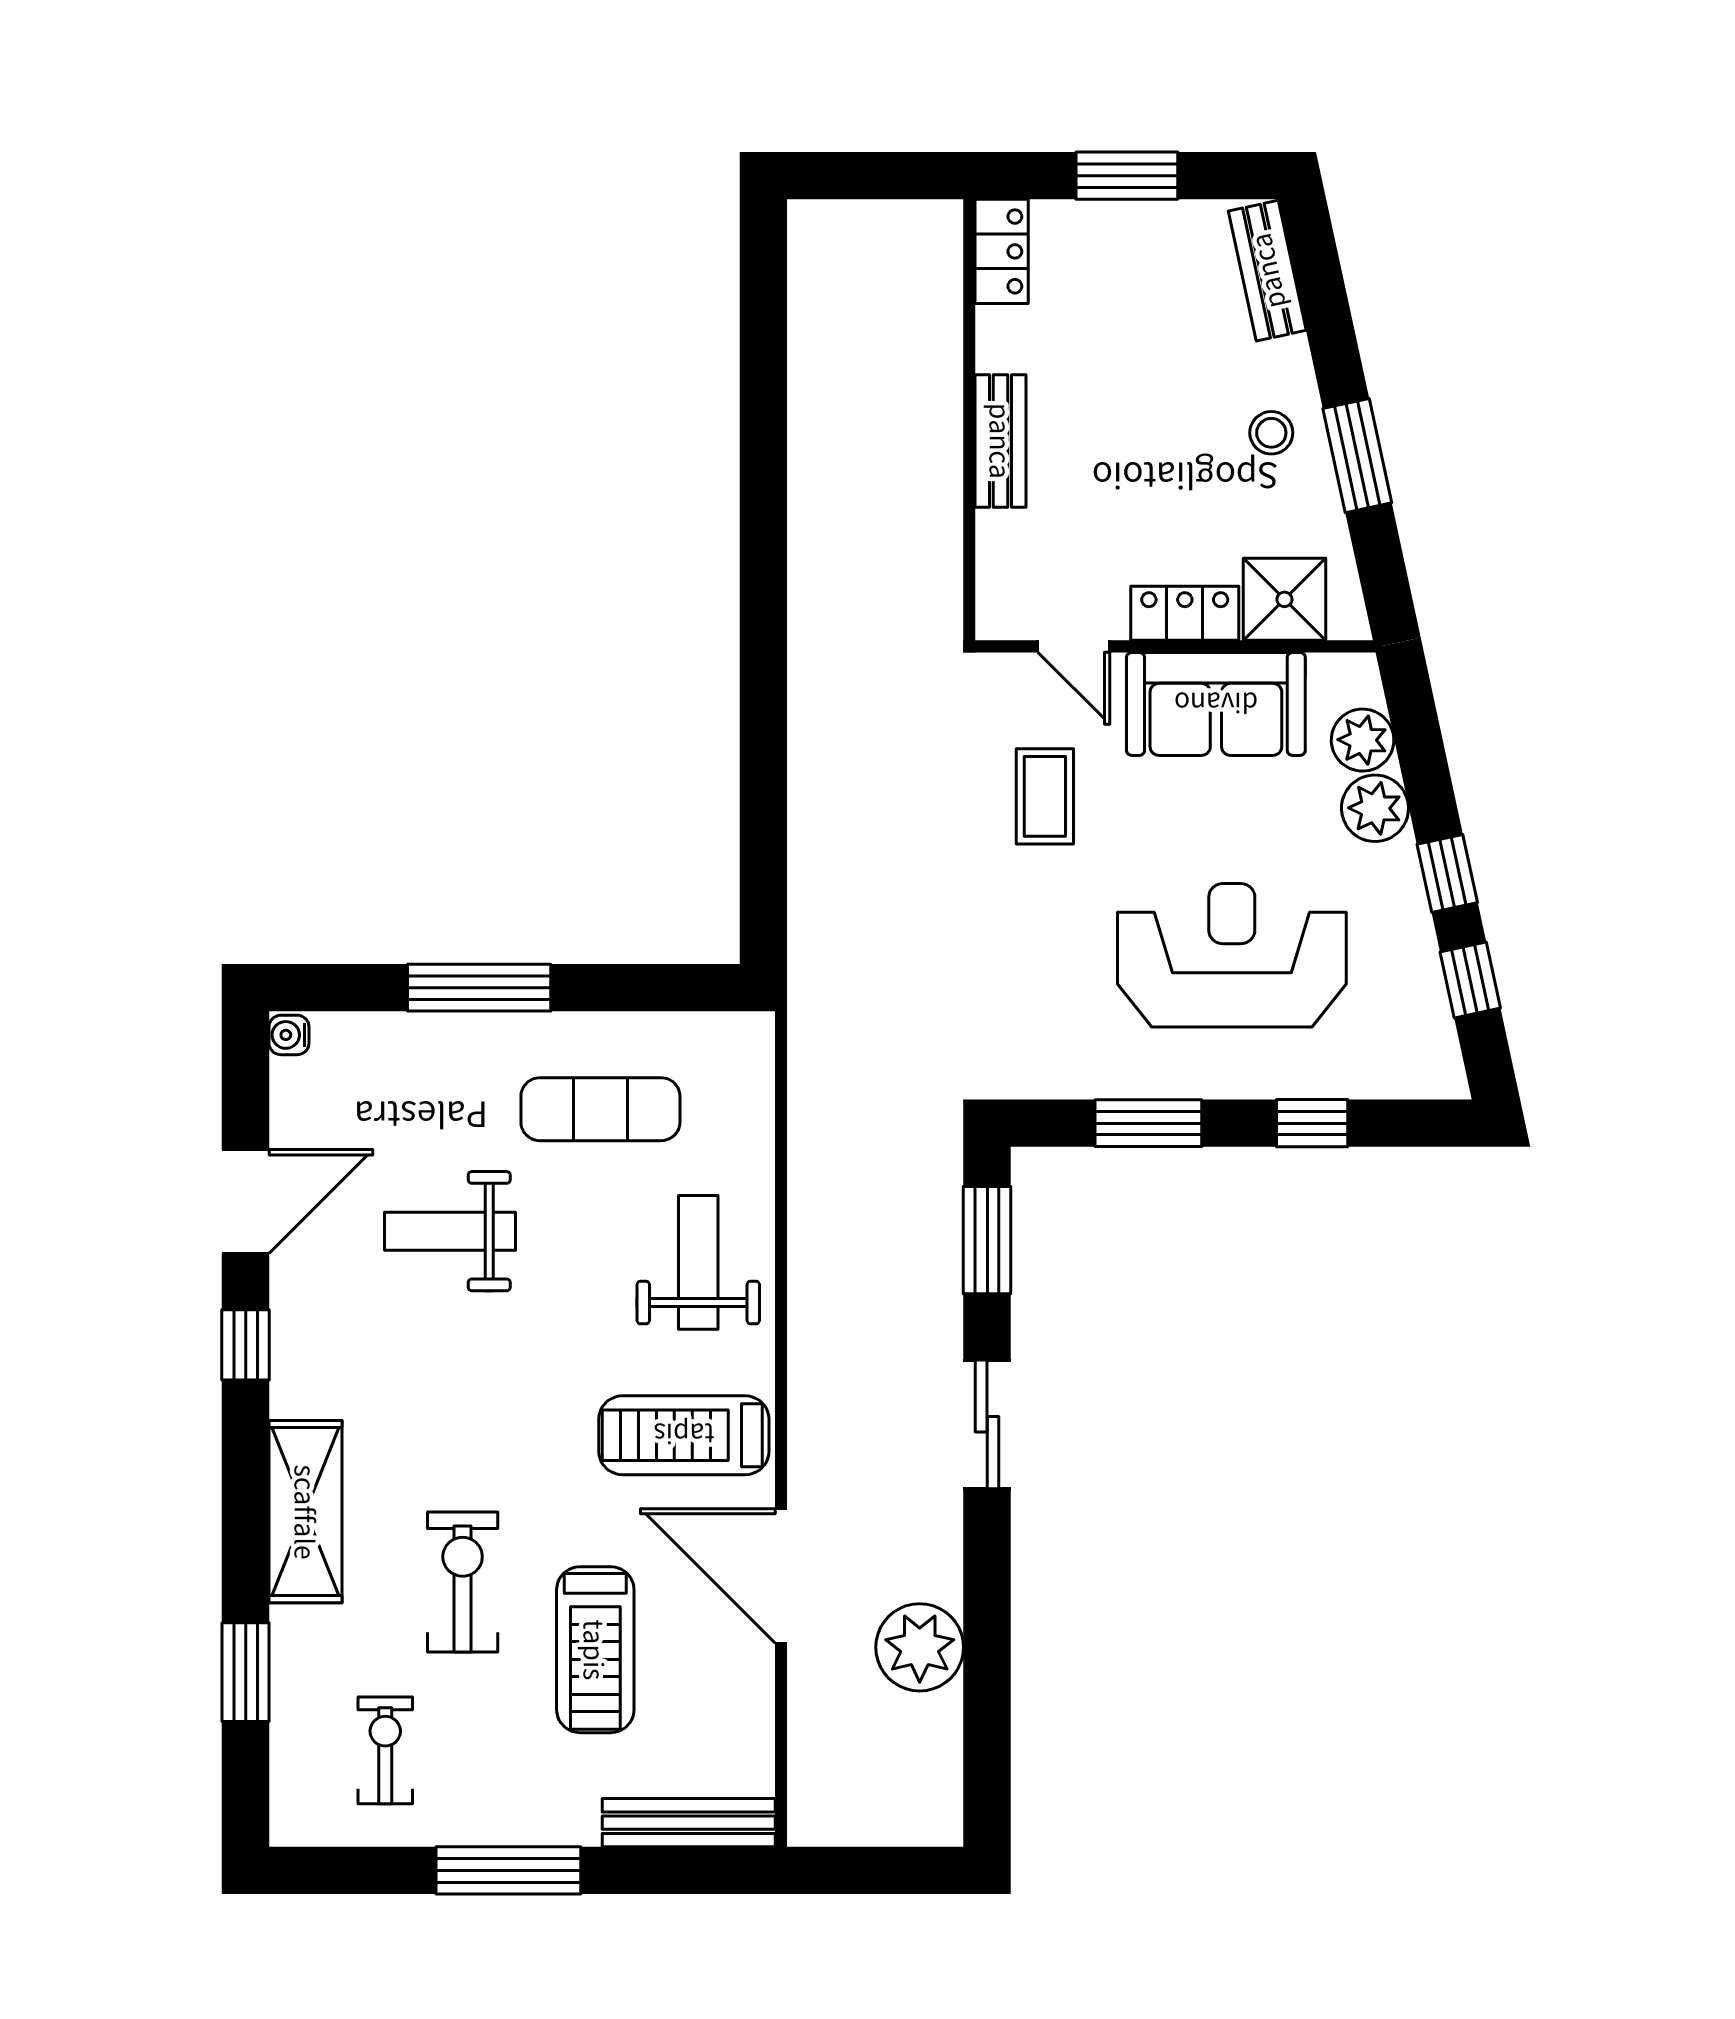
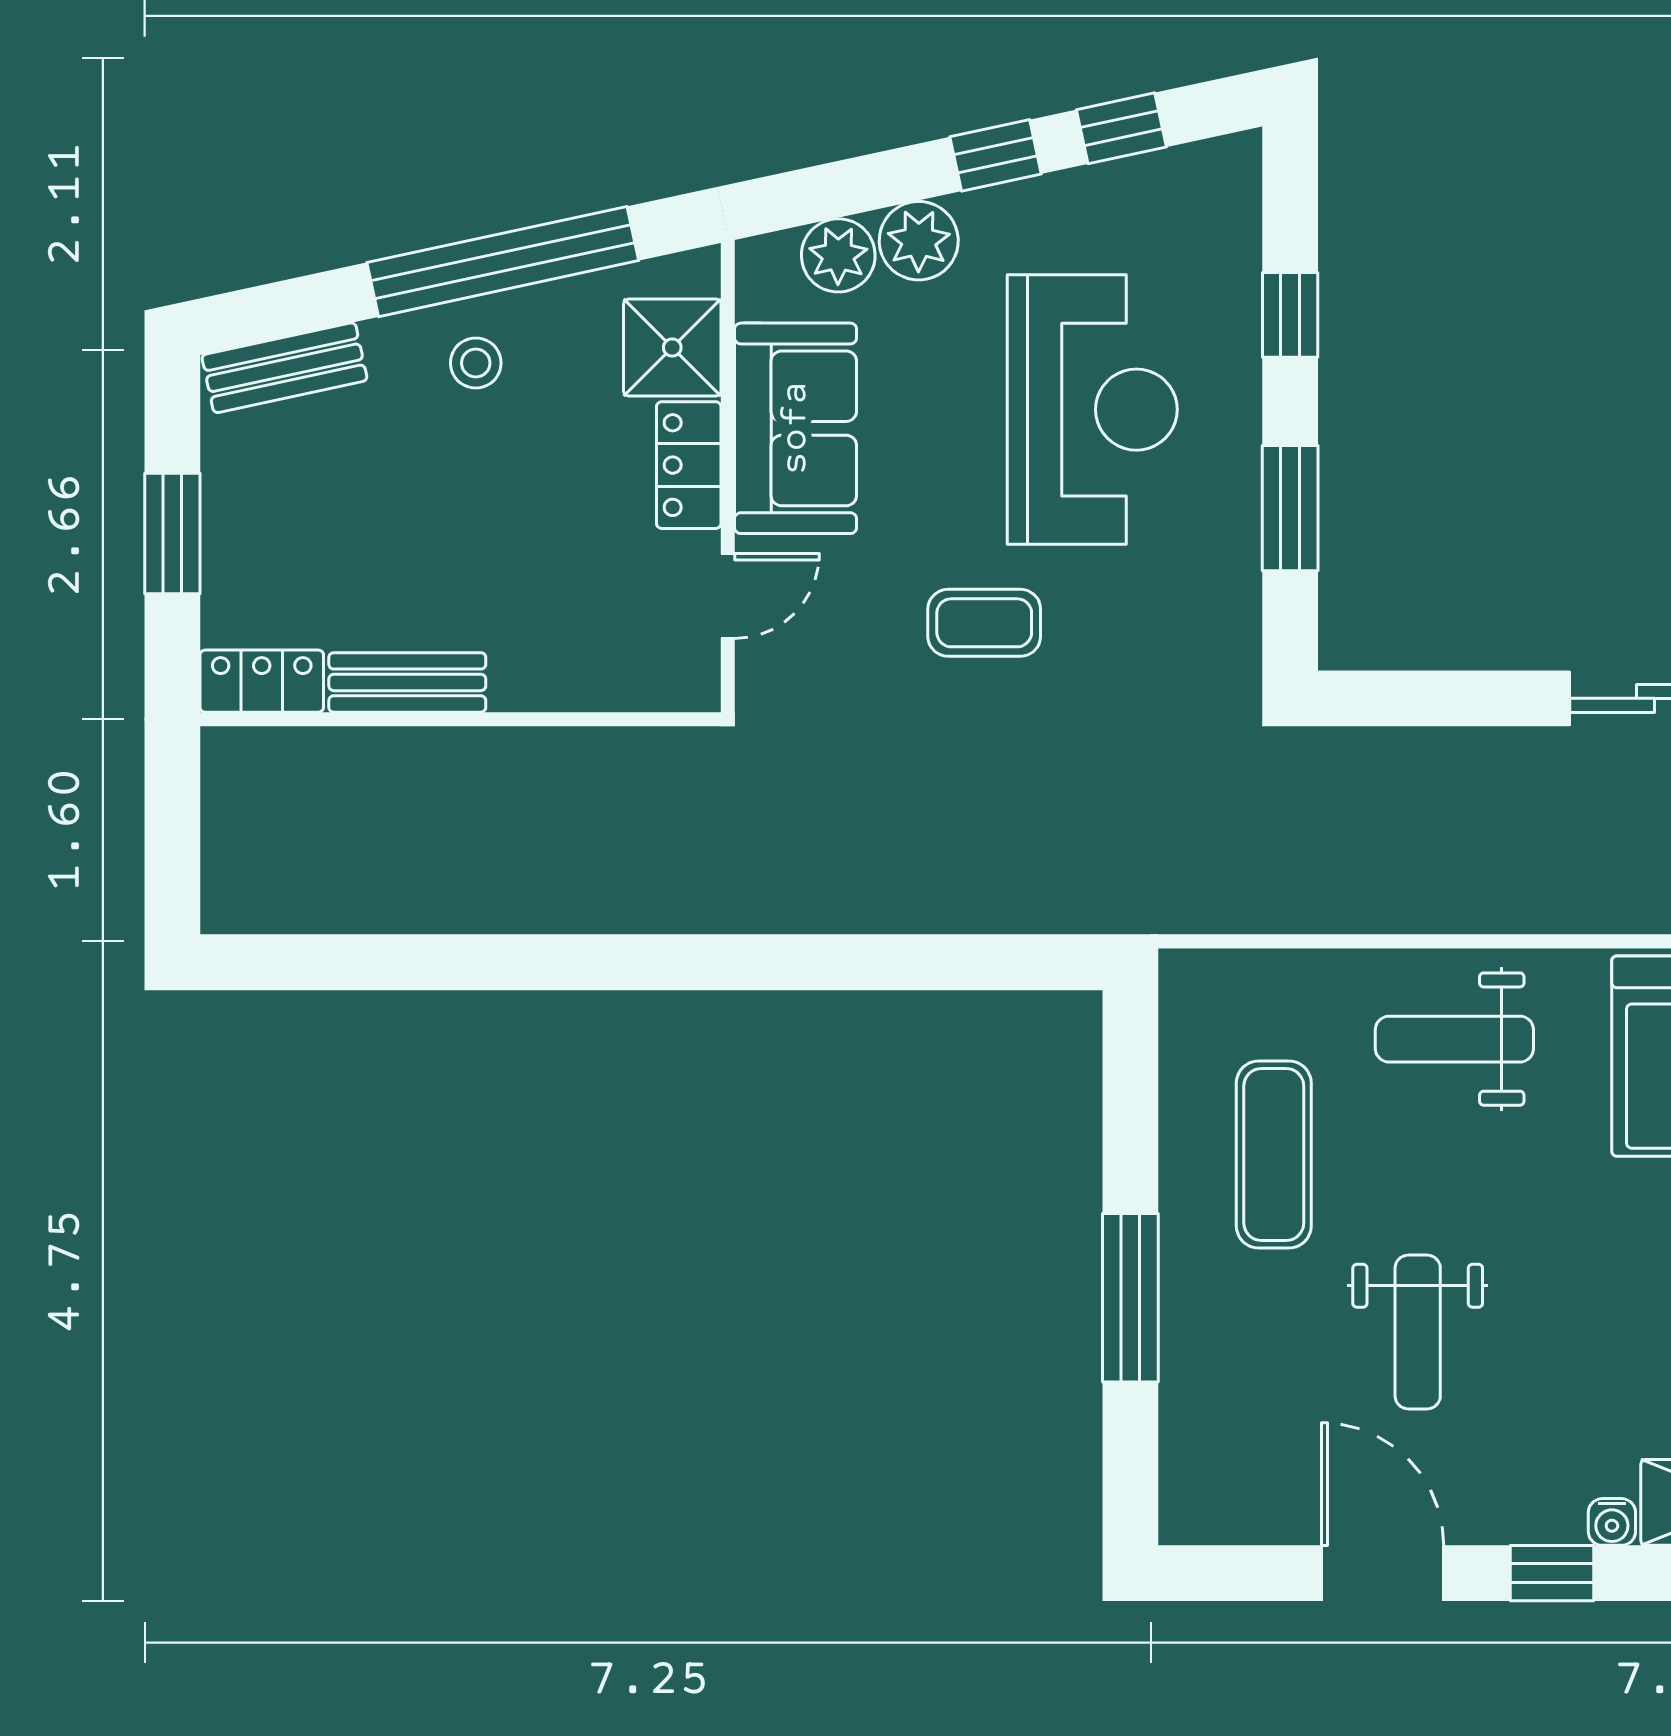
bench: (1001, 441) -> (407, 682), moved
window: (1357, 456) -> (503, 262), width x2.11
coffee table: (1045, 796) -> (984, 623), moved
reception desk: (1232, 955) -> (1092, 410), turned 180
water cooler: (289, 1035) -> (1612, 1522), moved
window: (987, 1240) -> (1428, 698), removed

